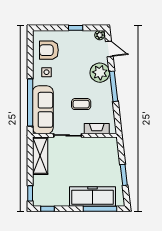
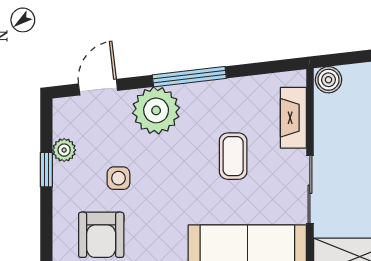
plant: (100, 35) -> (64, 150), moved
side table: (47, 72) -> (118, 178), moved
boiler: (112, 143) -> (328, 80), added

